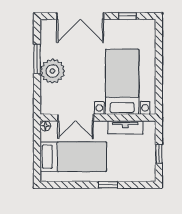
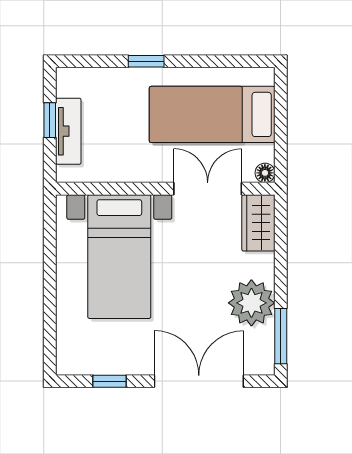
window: (37, 59) -> (281, 336), moved
plant: (52, 71) -> (251, 303), moved
wardrobe: (49, 100) -> (258, 223), added
tv unit: (125, 127) -> (68, 131), moved, turned 90

